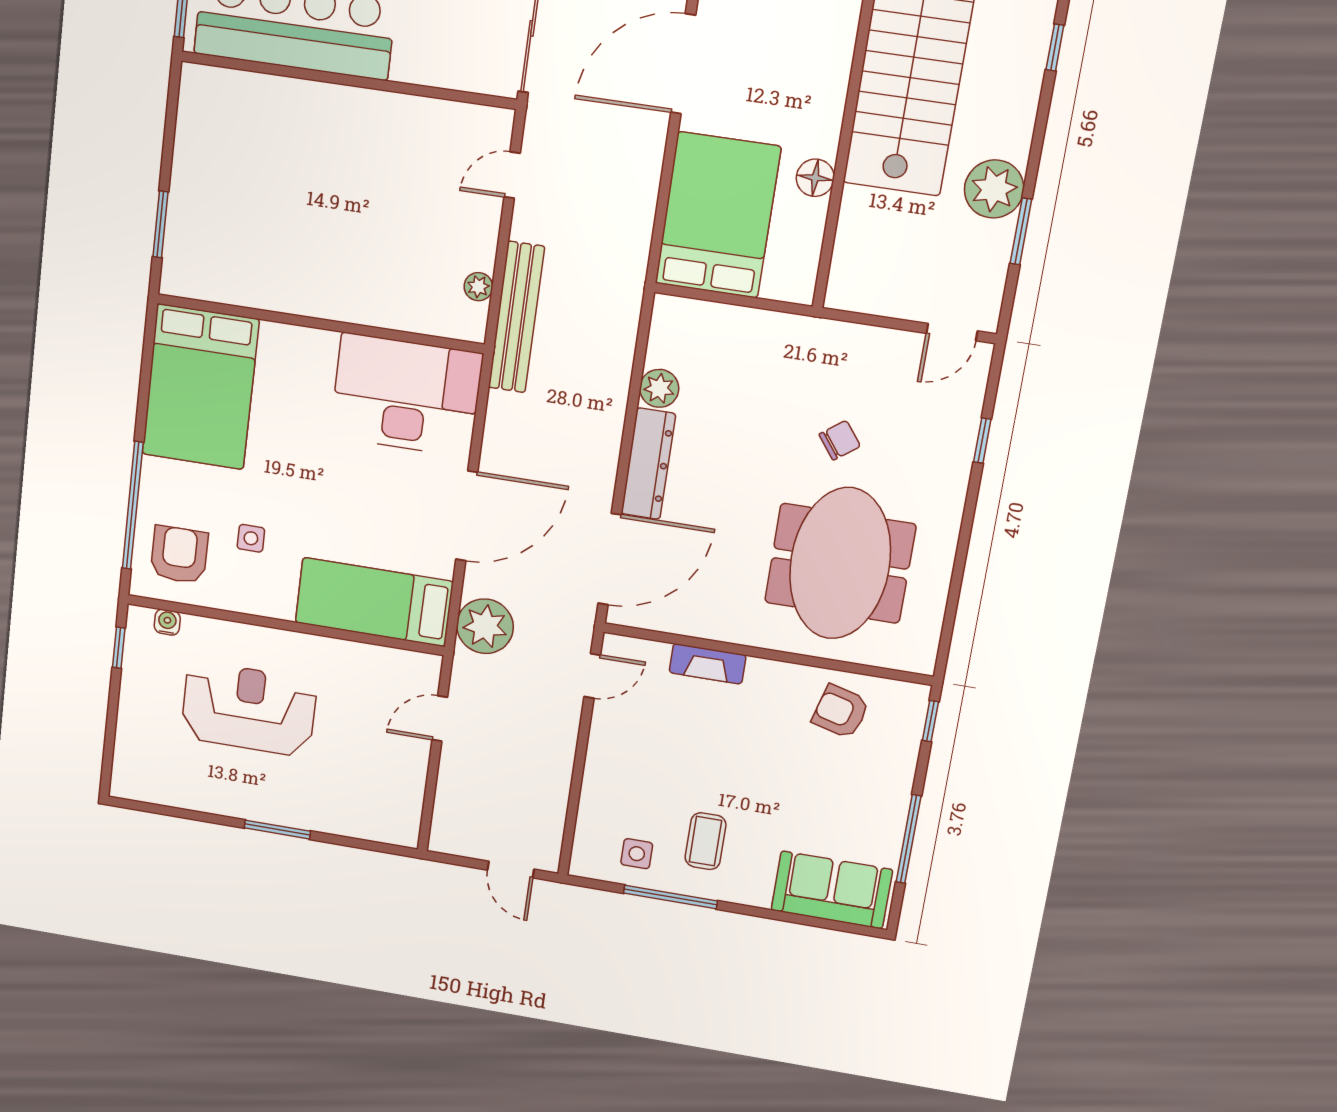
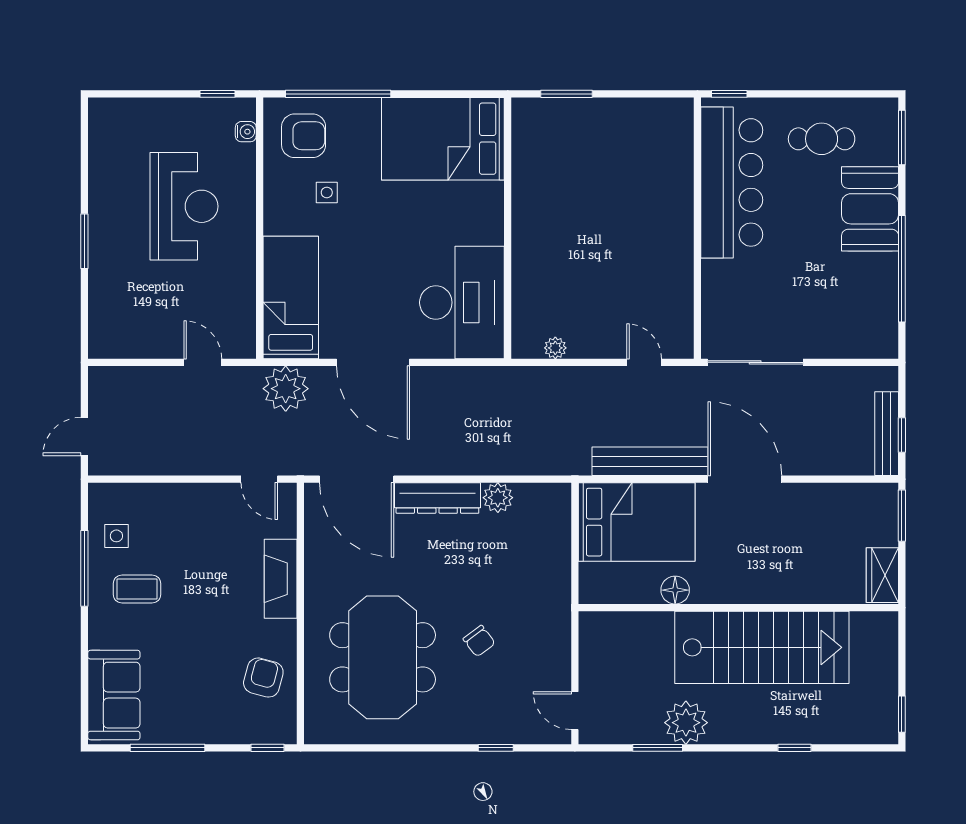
bench: (516, 317) -> (650, 461), moved
meeting table: (840, 563) -> (383, 657), turned 90
fireplace: (708, 664) -> (281, 579), width x1.37, depth x1.32

